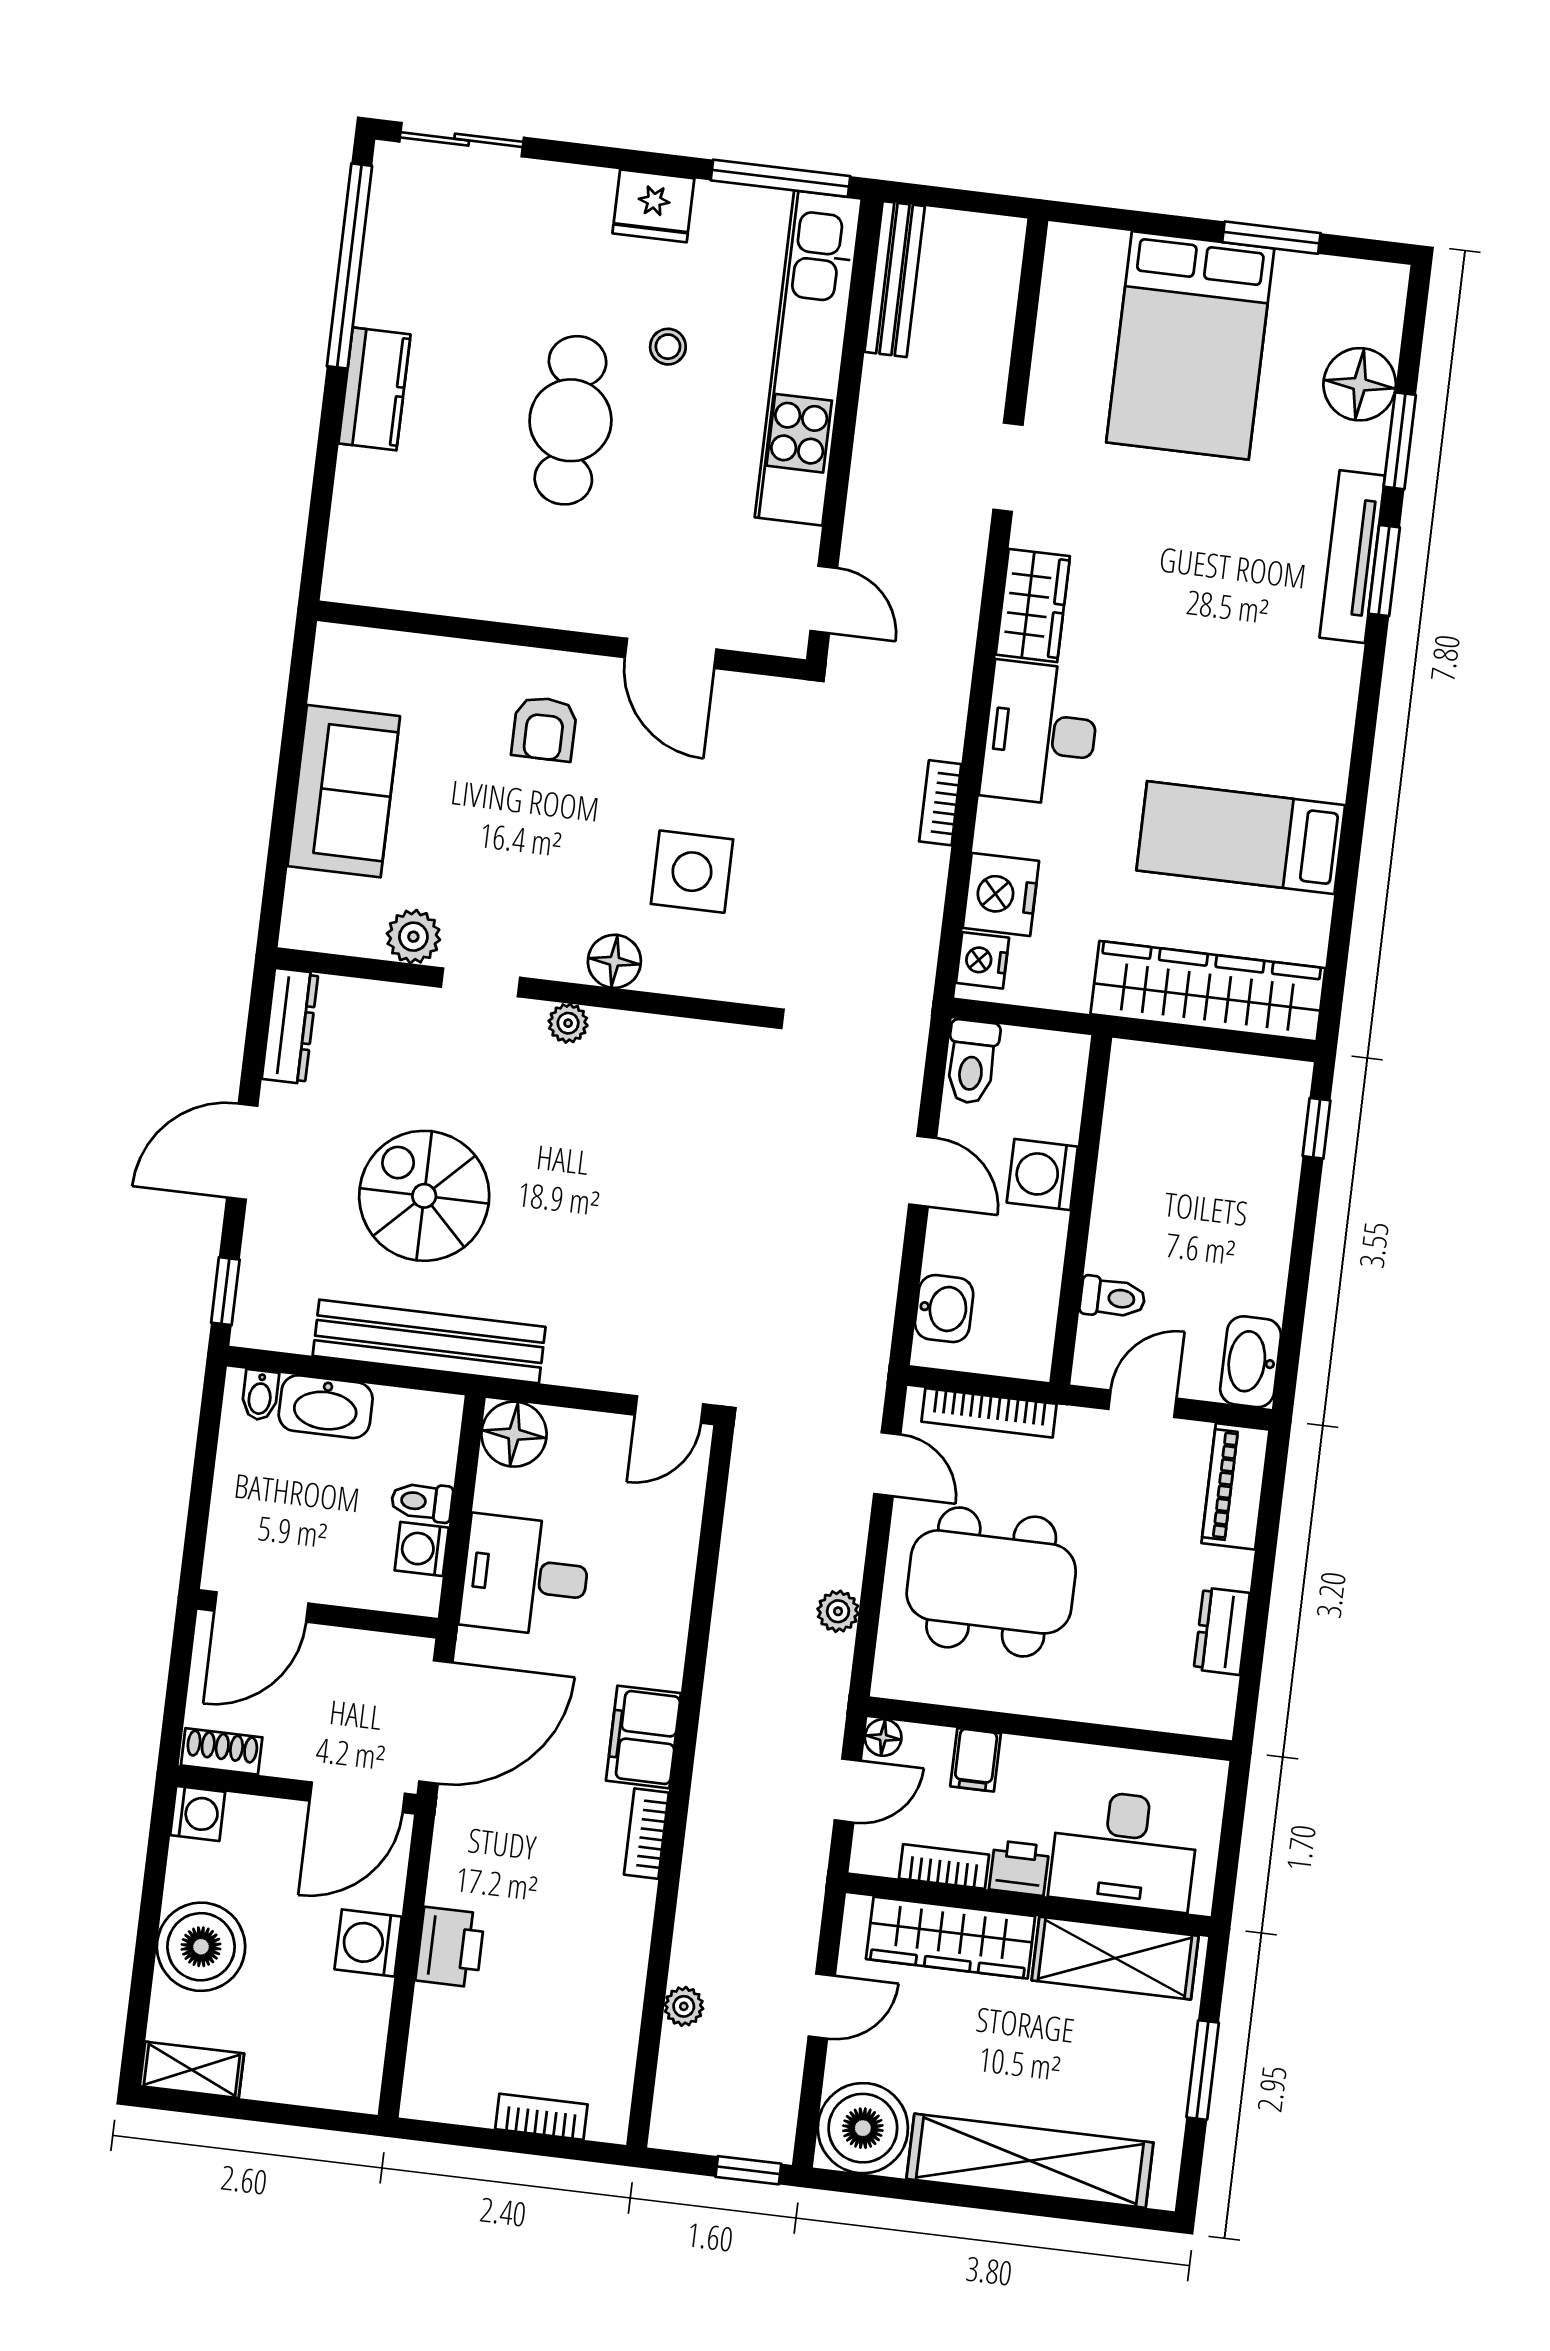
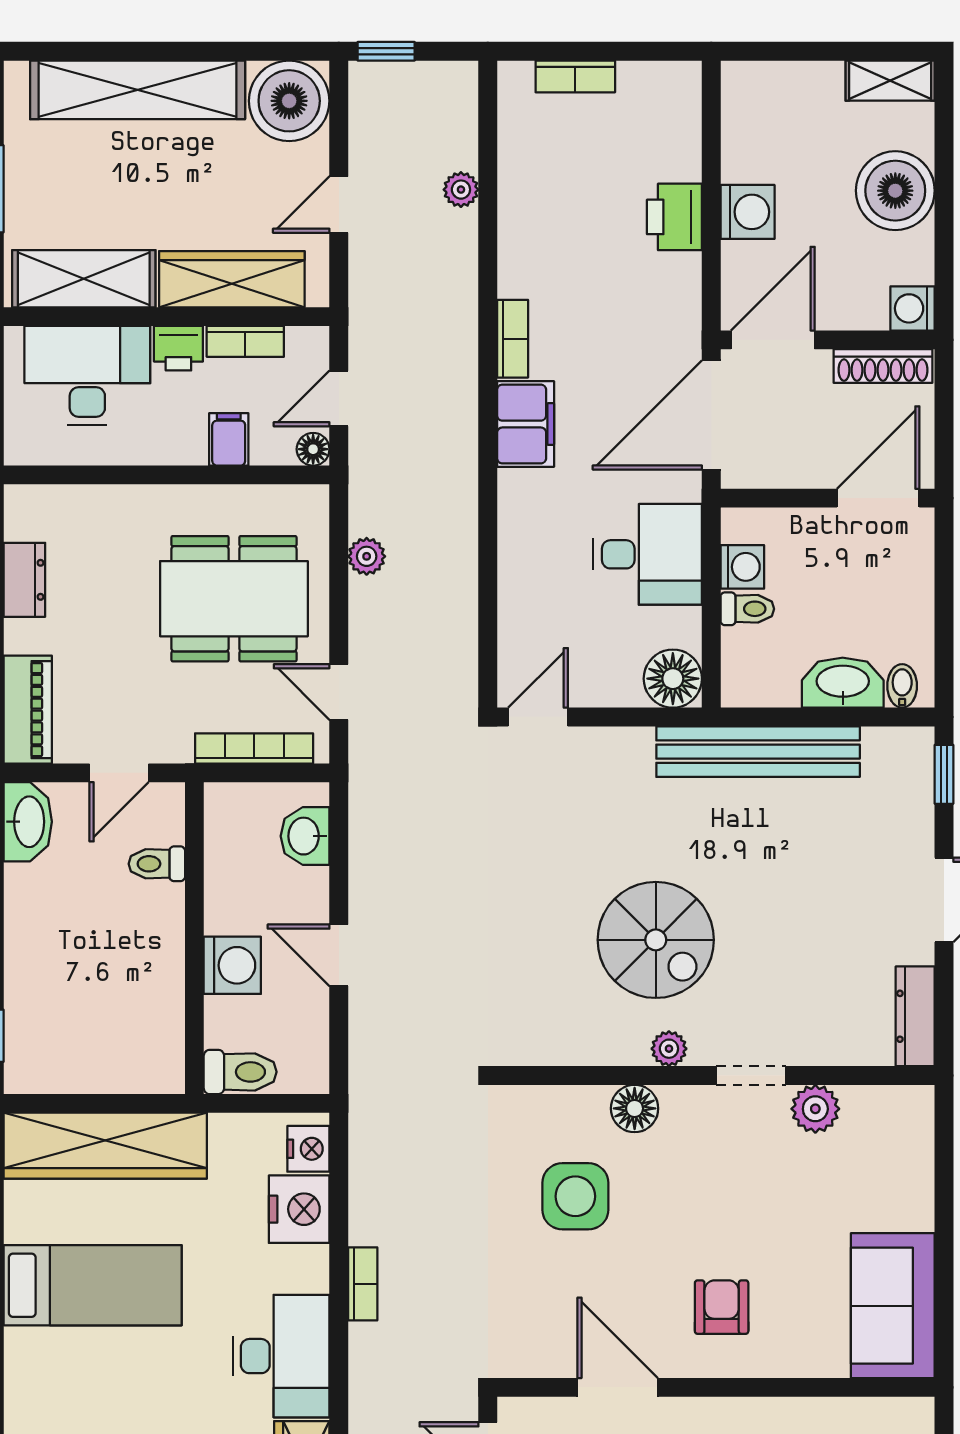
sofa: (344, 791) -> (893, 1306), moved
toilet: (972, 1062) -> (240, 1072), moved, turned 90
spiral stairs: (424, 1196) -> (656, 940), moved
shoe rack: (222, 1751) -> (883, 366), width x1.43

